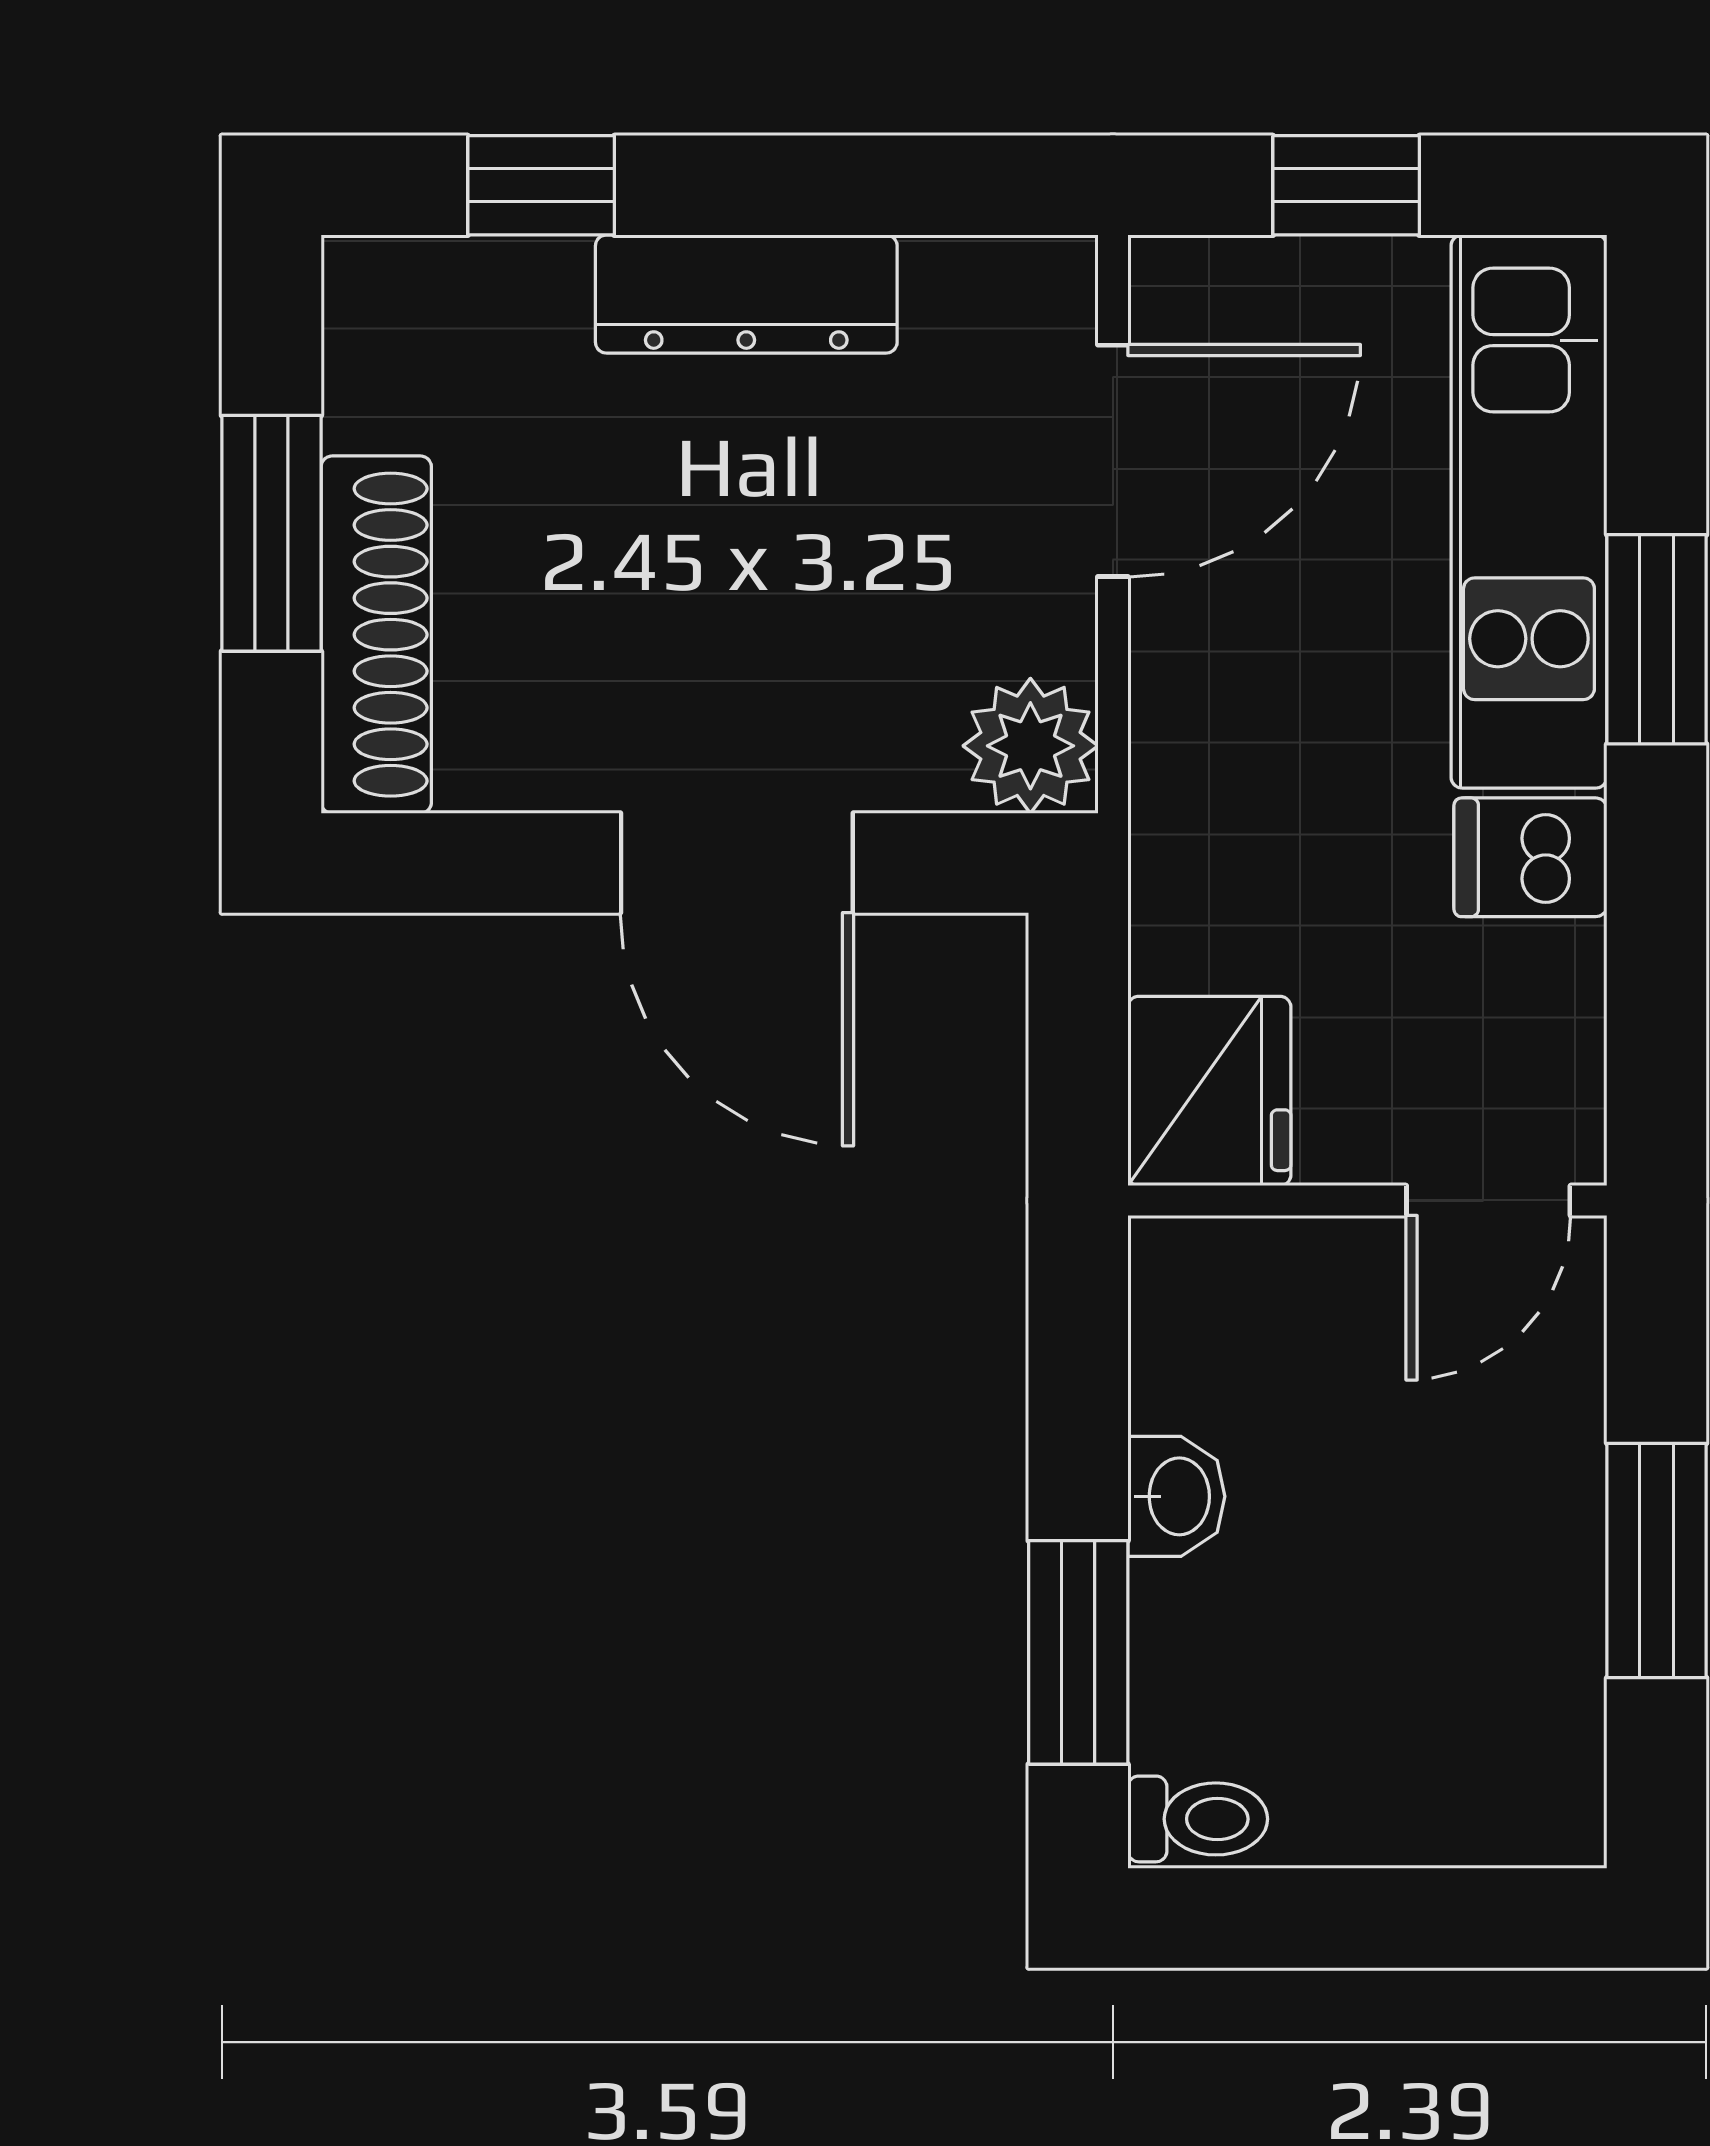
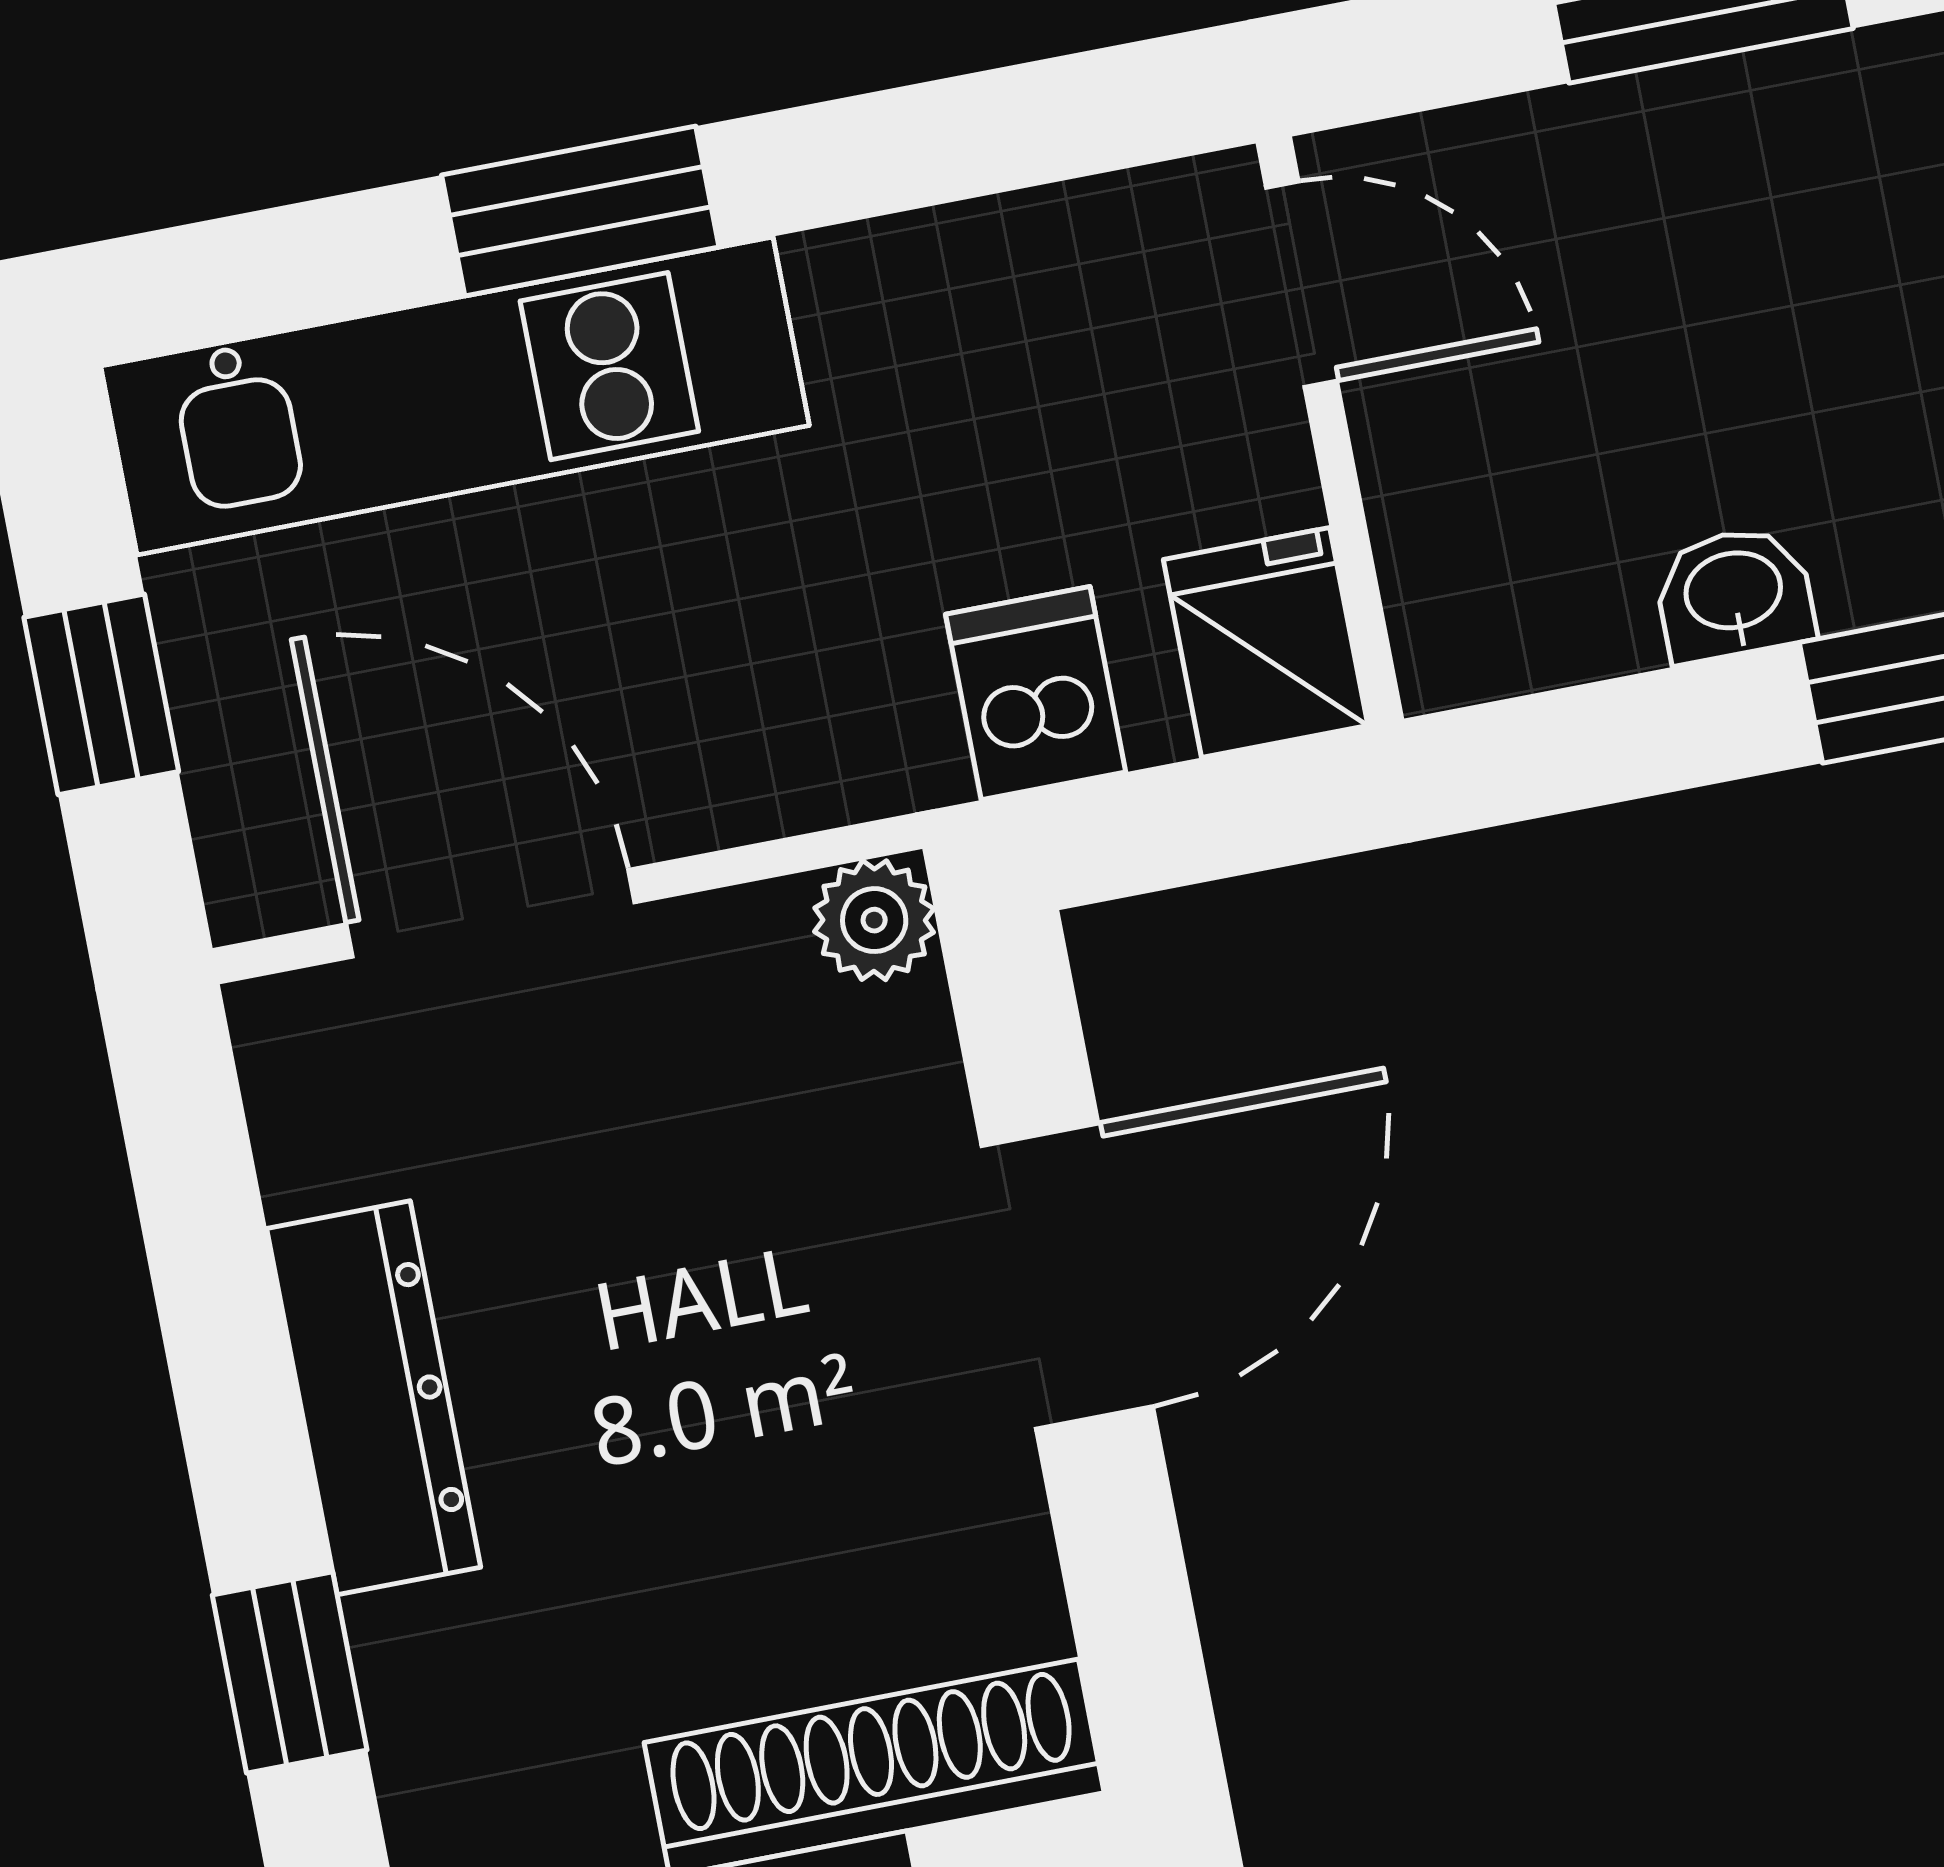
plant: (1030, 746) -> (874, 920), width x0.73, depth x0.73
dishwasher: (1530, 857) -> (1036, 693), moved, turned 180
fridge: (1209, 1091) -> (1266, 643), width x0.72

